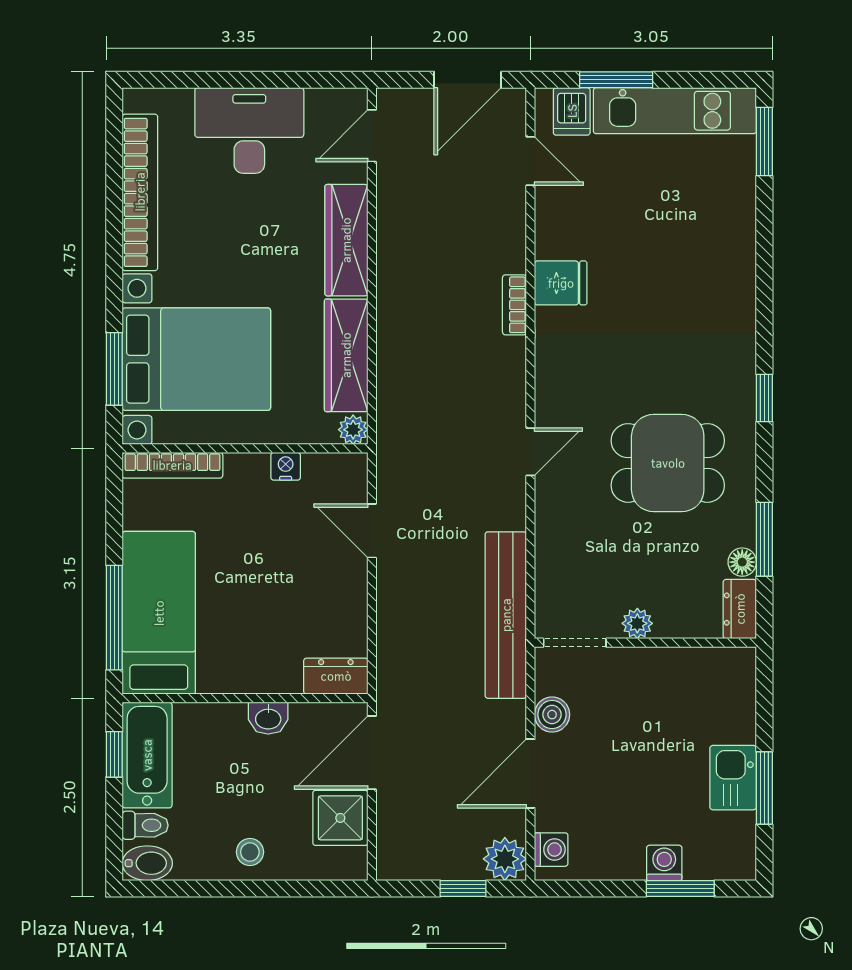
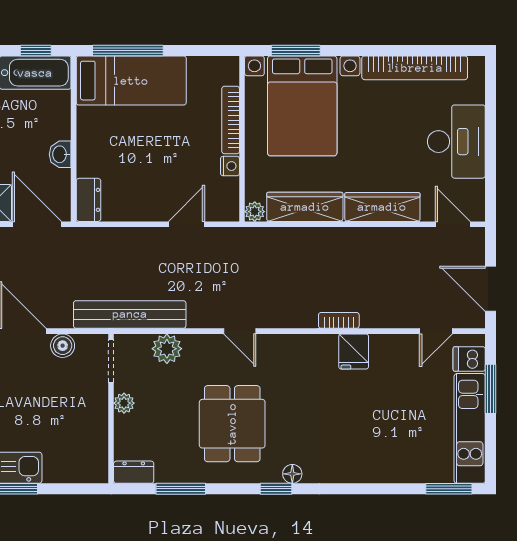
bookcase: (172, 465) -> (231, 120), moved
plant: (557, 560) -> (167, 349), added
floor lamp: (742, 562) -> (292, 474), moved

